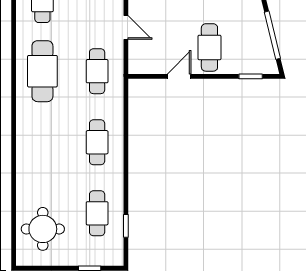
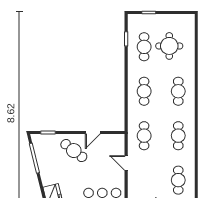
cafe table: (209, 47) -> (74, 151), turned -52
cafe table: (42, 71) -> (178, 136), width x0.73, depth x0.74
cafe table: (42, 142) -> (178, 91), added
round table: (43, 229) -> (169, 46), moved

